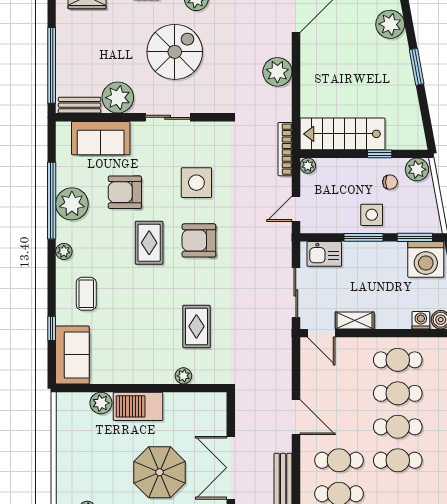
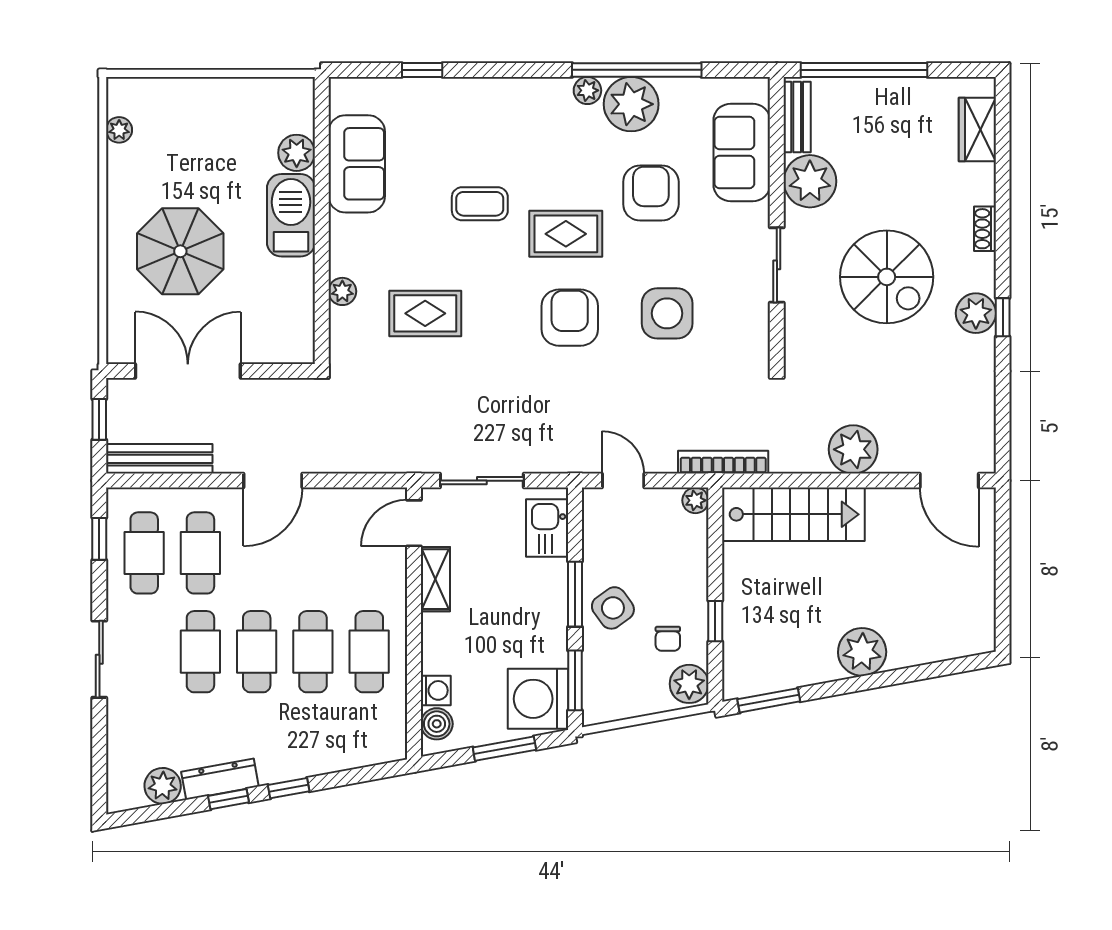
plant: (390, 24) -> (862, 652), moved
window: (417, 67) -> (769, 700), moved
stairs: (342, 134) -> (793, 514), moved, turned 90
side table: (372, 215) -> (613, 608), turned -36
plant: (64, 251) -> (587, 90), moved
coffee table: (86, 294) -> (480, 204), moved
sofa: (72, 355) -> (357, 164), moved, turned -90

